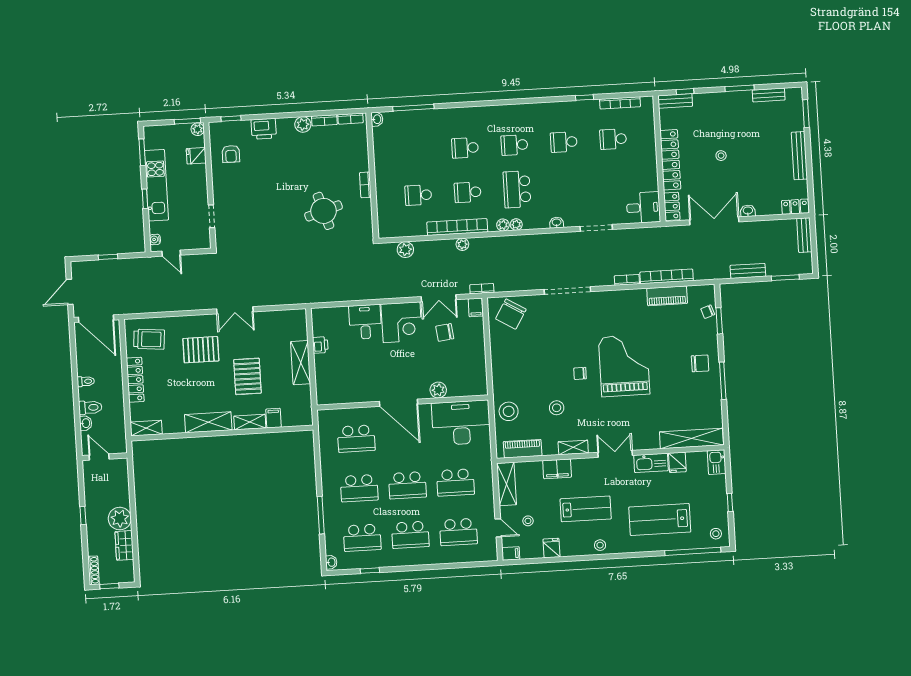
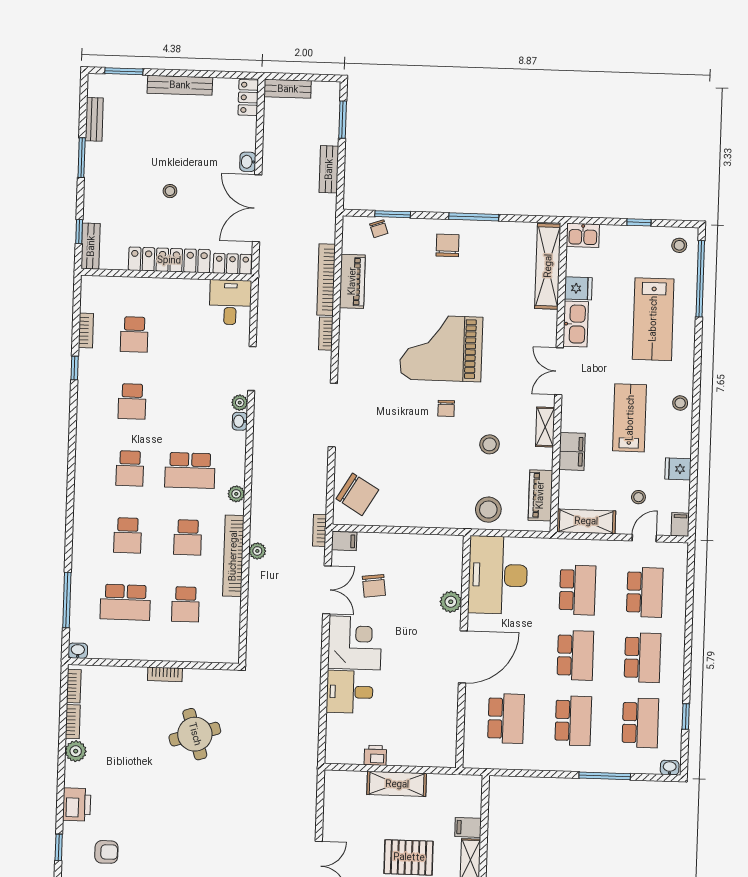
bookcase: (620, 103) -> (86, 331), width x0.64
school desk: (416, 151) -> (125, 602), added
plant: (516, 224) -> (240, 403), moved
plant: (405, 250) -> (257, 629), removed

